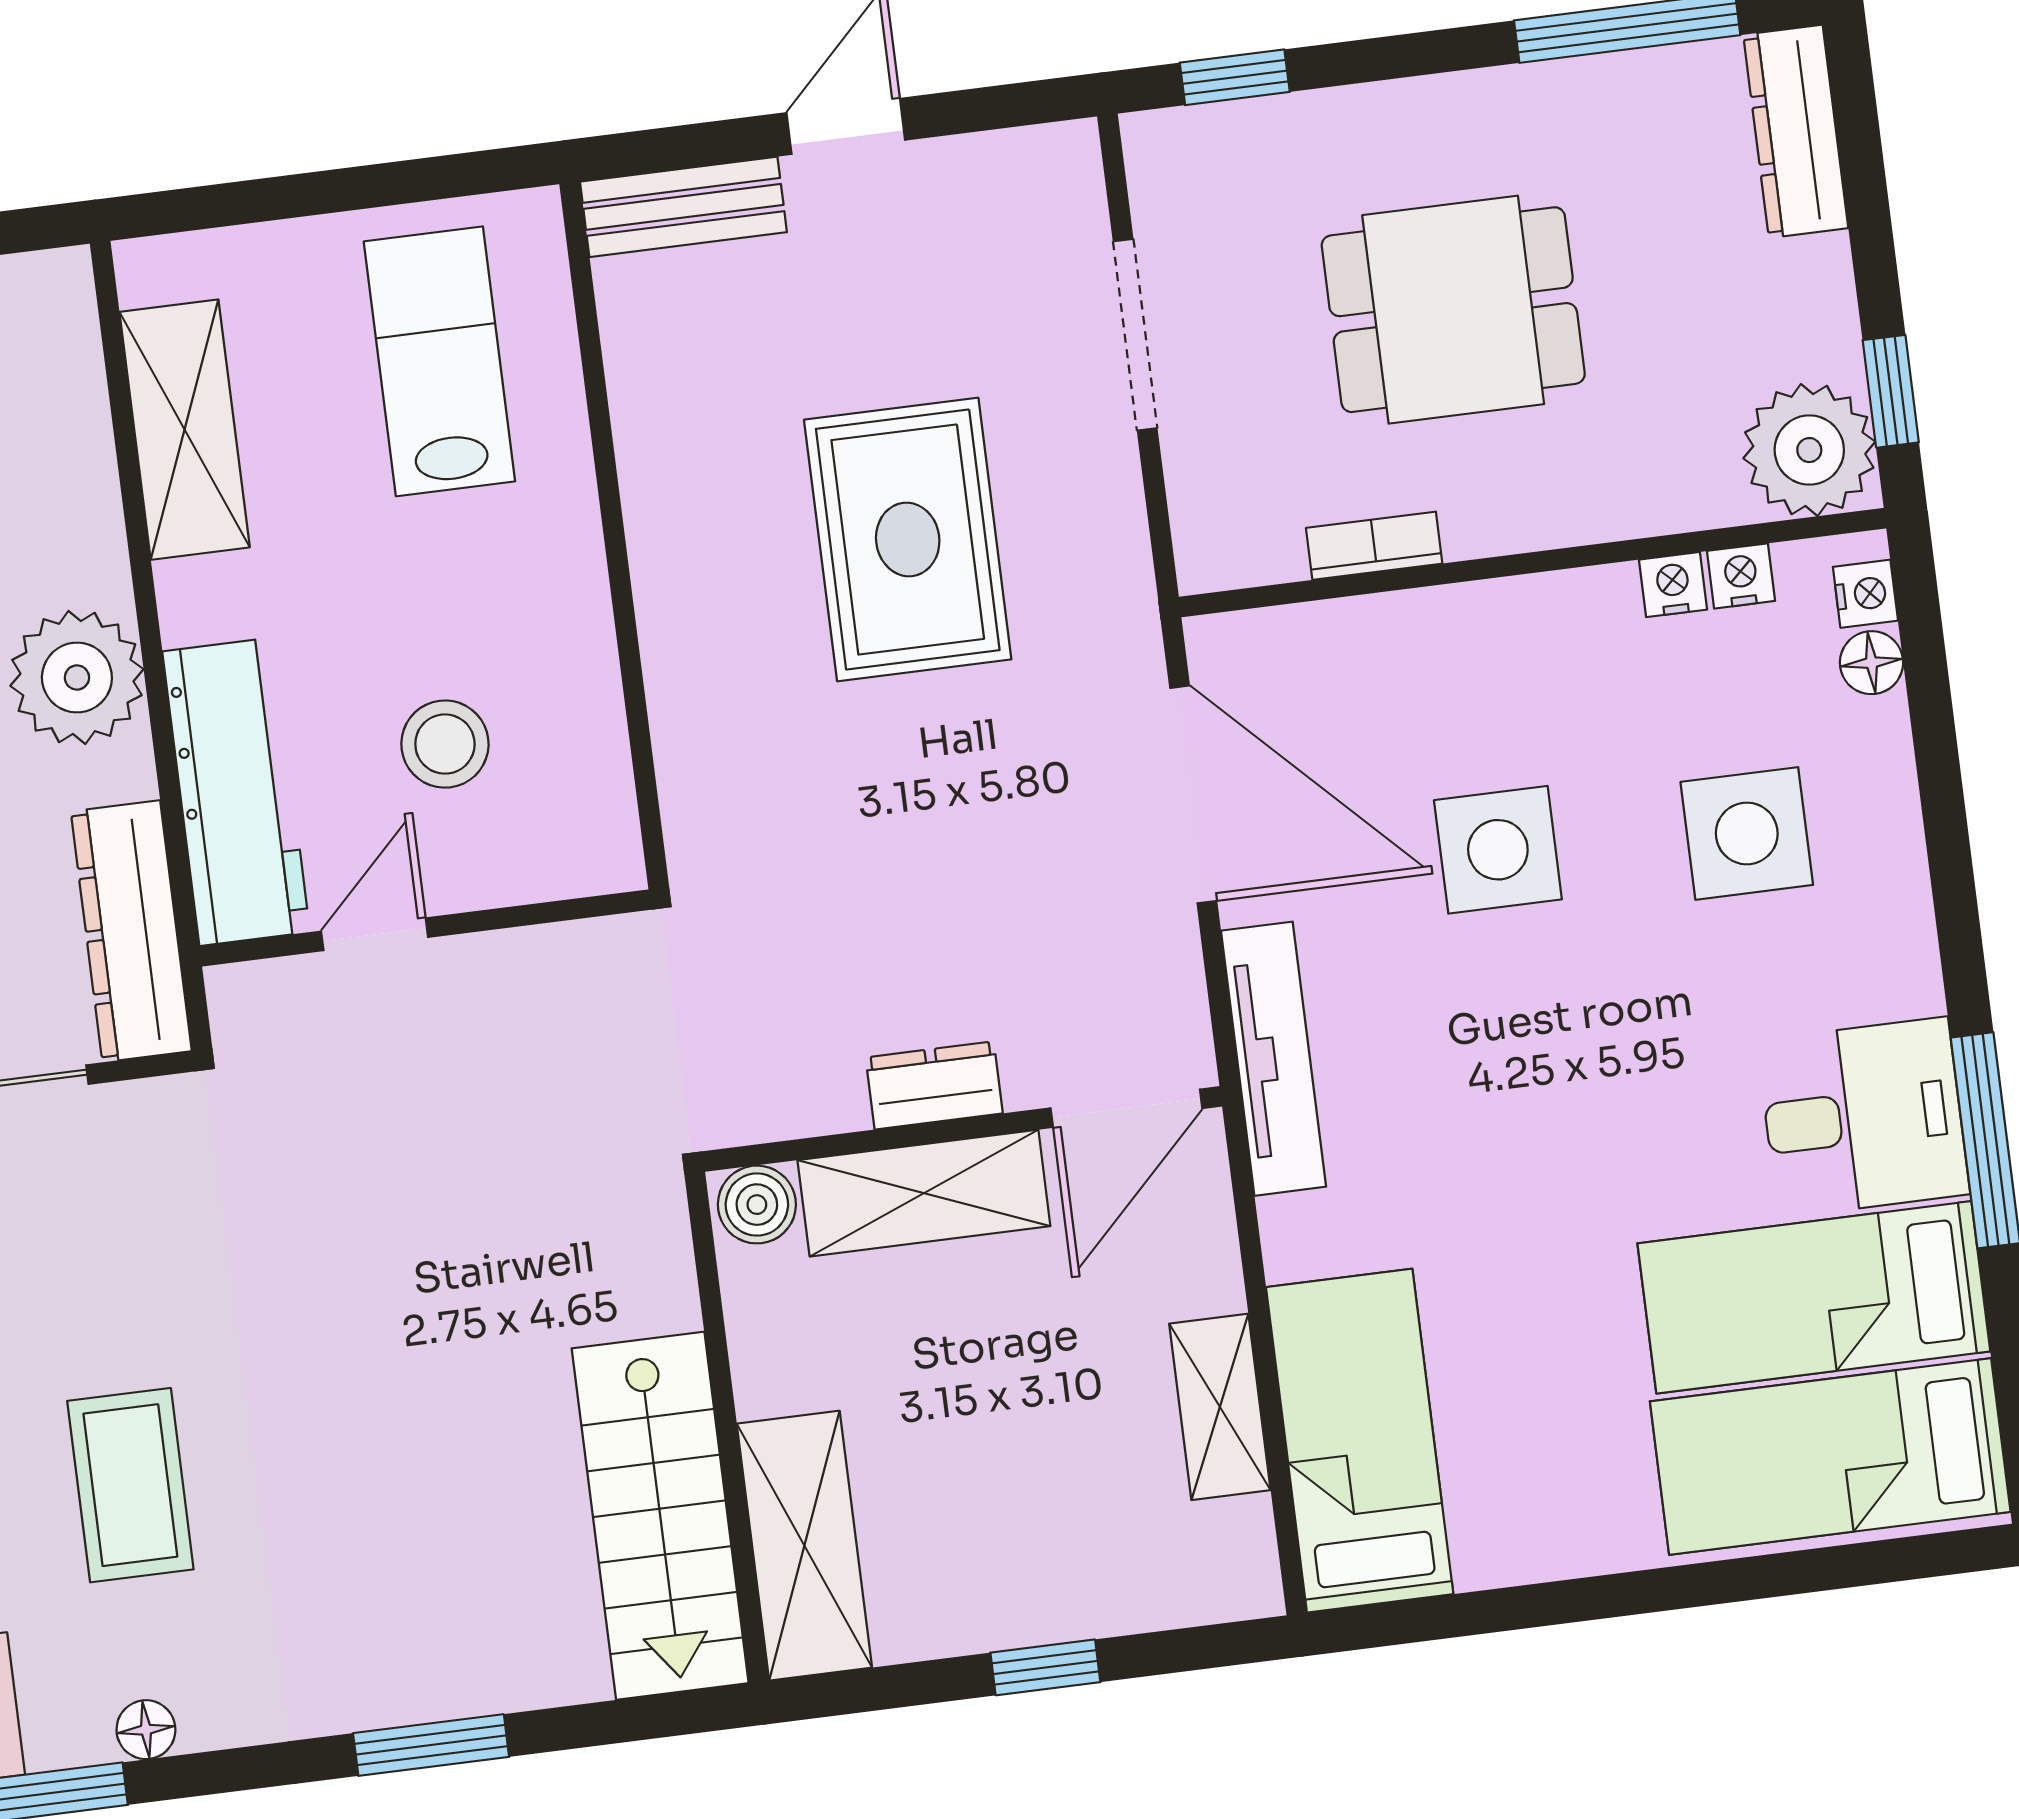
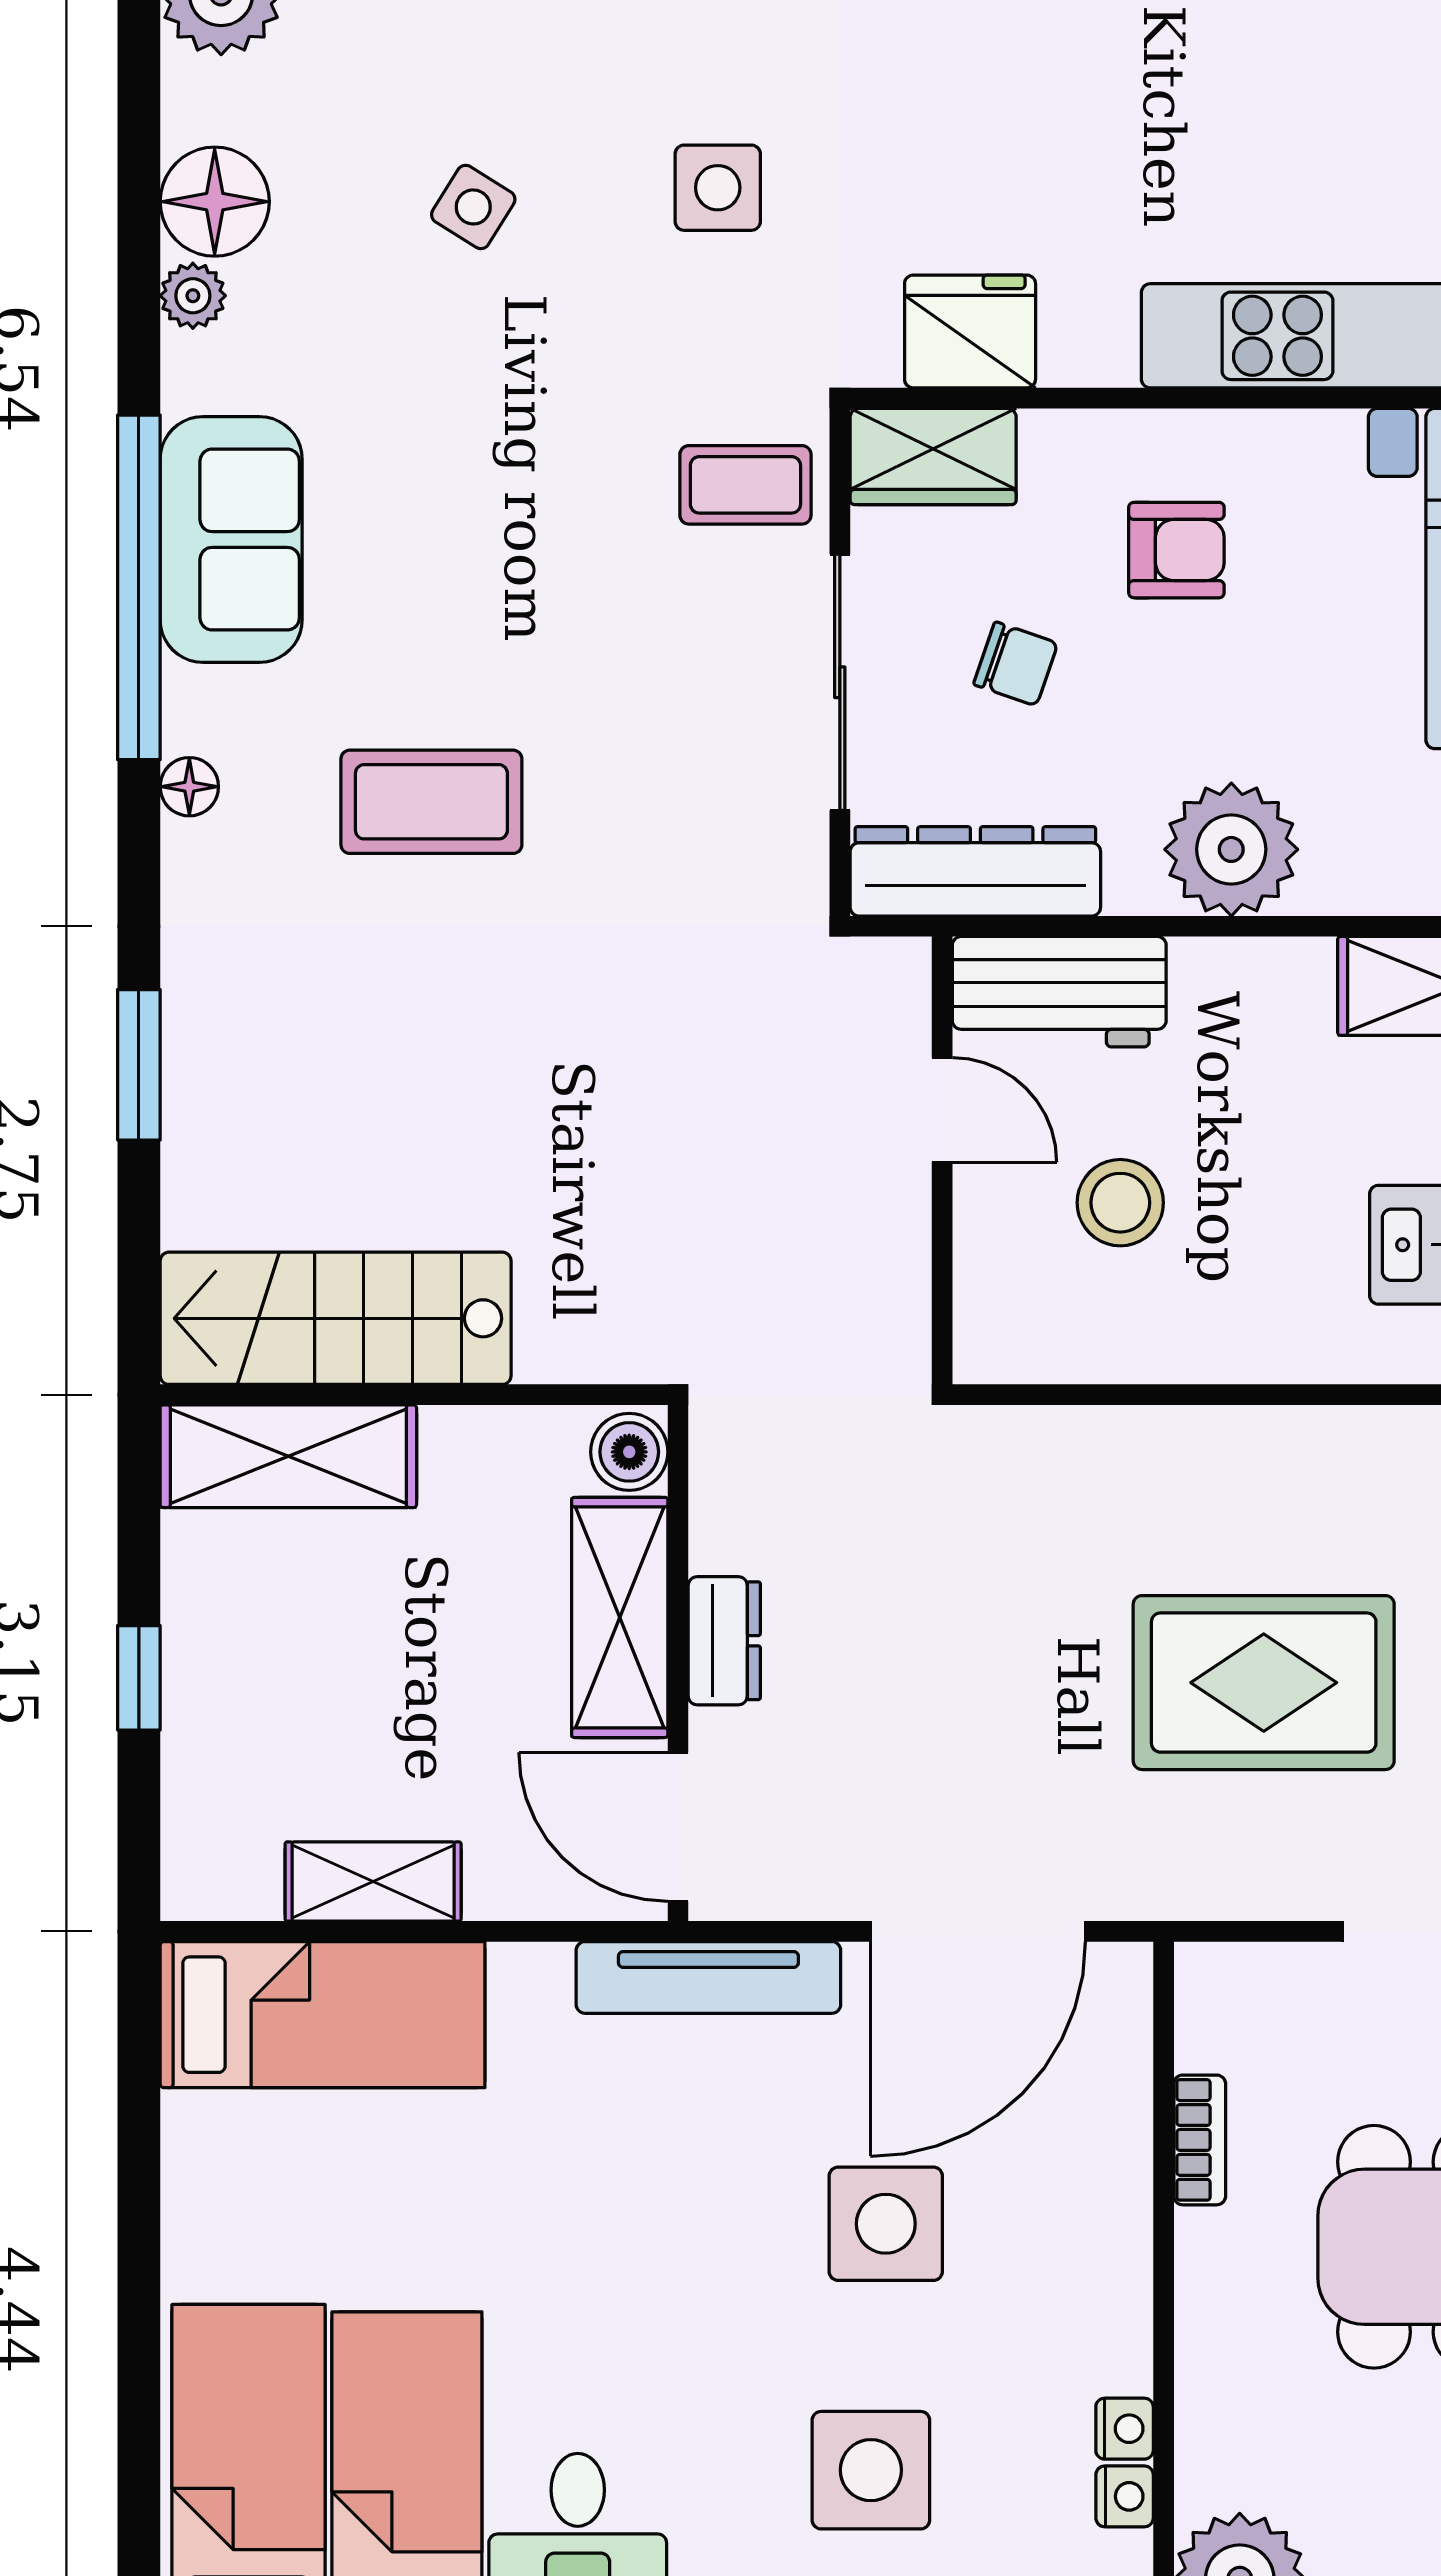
workbench: (236, 792) -> (1059, 992), width x0.73

